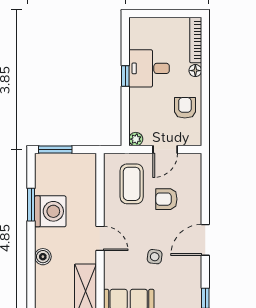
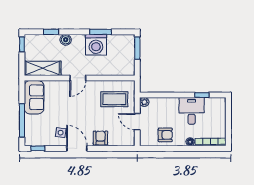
window: (125, 76) -> (202, 95), moved
armchair: (166, 199) -> (100, 138), moved
side table: (155, 257) -> (61, 133), moved
window: (31, 278) -> (51, 32), added

